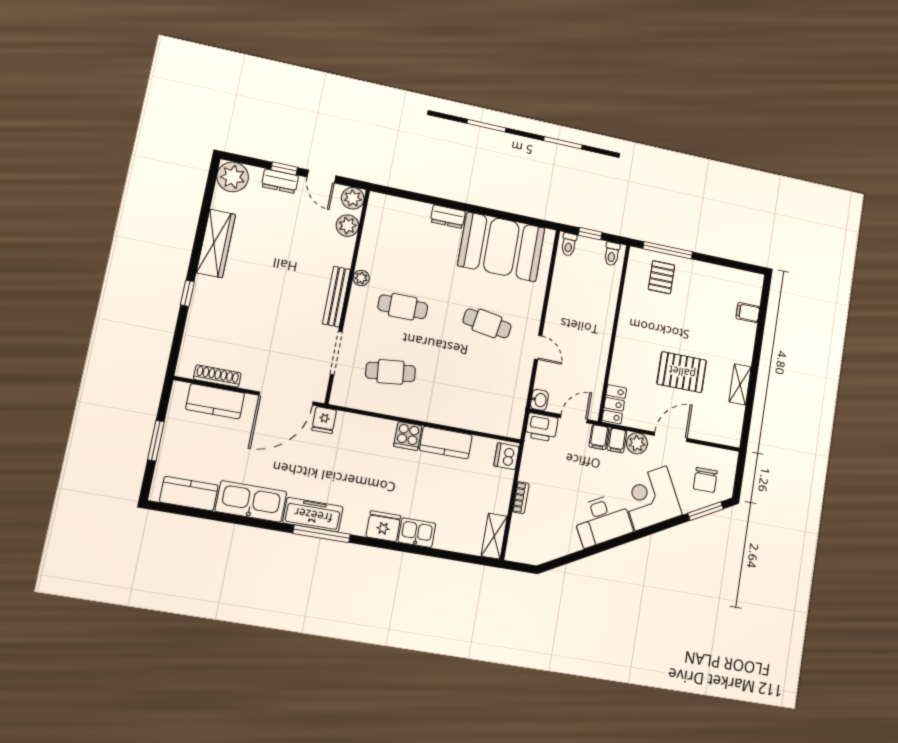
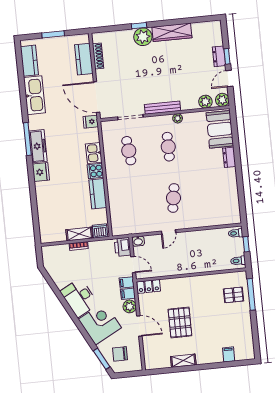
plant: (233, 177) -> (143, 37), moved
booth: (501, 247) -> (220, 129), moved, width x0.73, depth x0.70
freezer: (313, 515) -> (38, 146), moved
kitchen sink: (417, 533) -> (94, 153), moved, turned 180
shelving: (494, 536) -> (79, 234), moved

